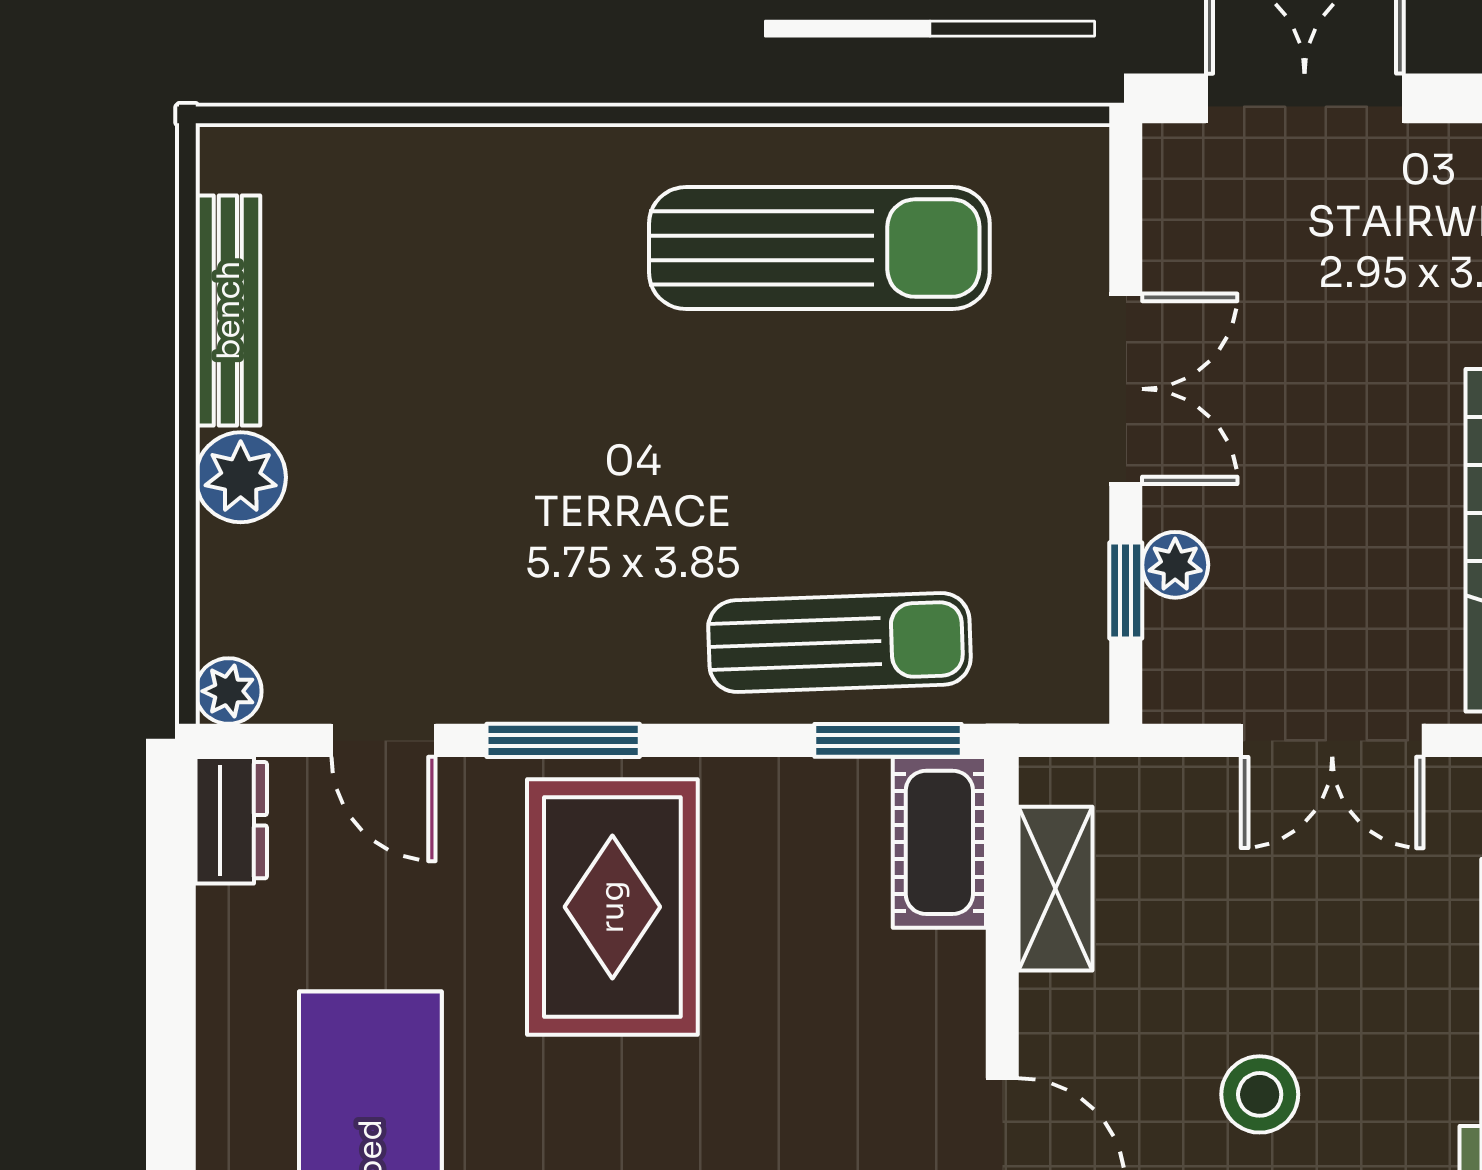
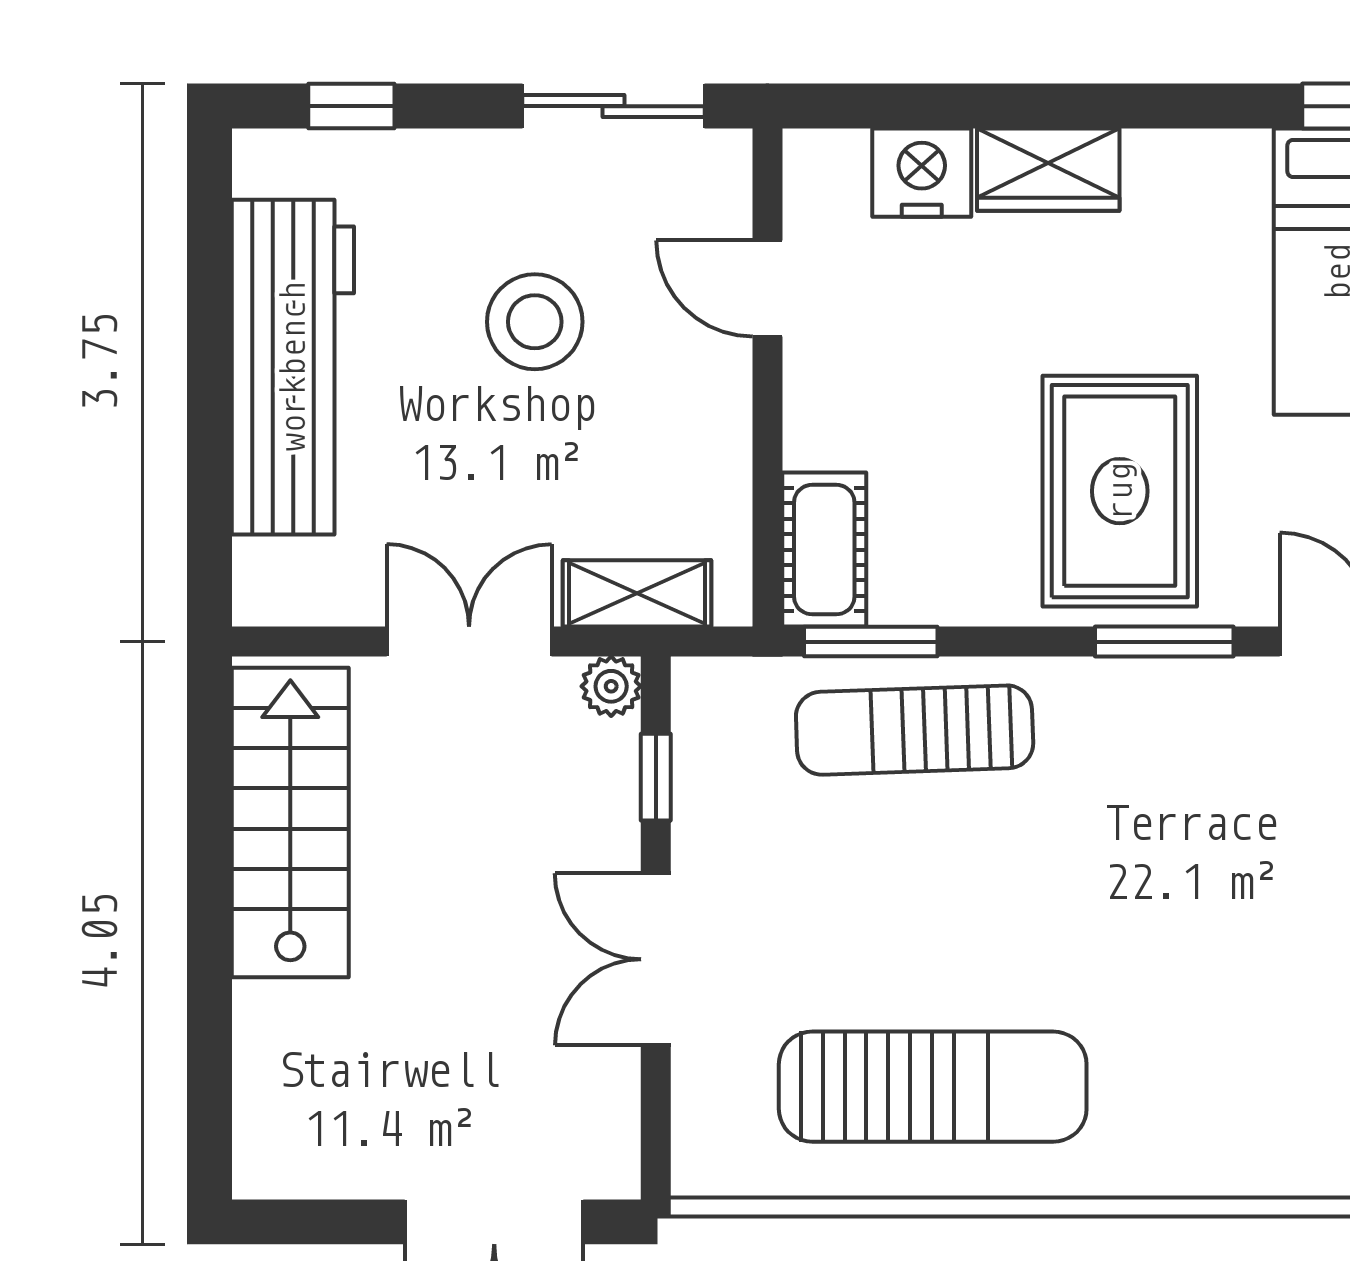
sun lounger: (819, 248) -> (933, 1087), turned 180
plant: (1175, 565) -> (611, 686), moved
shelving: (1056, 889) -> (637, 593), moved, turned 90
stool: (1260, 1094) -> (535, 322), width x1.38, depth x1.38

